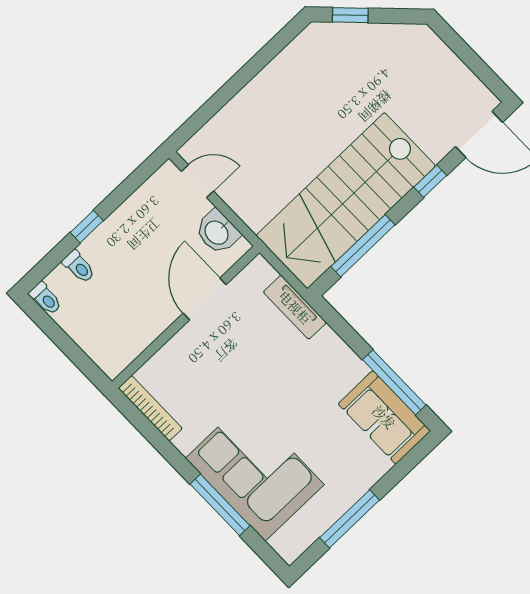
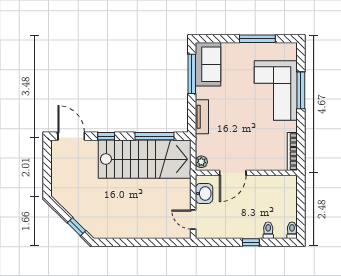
plant: (263, 273) -> (201, 162), added
tv unit: (295, 307) -> (202, 117), moved

